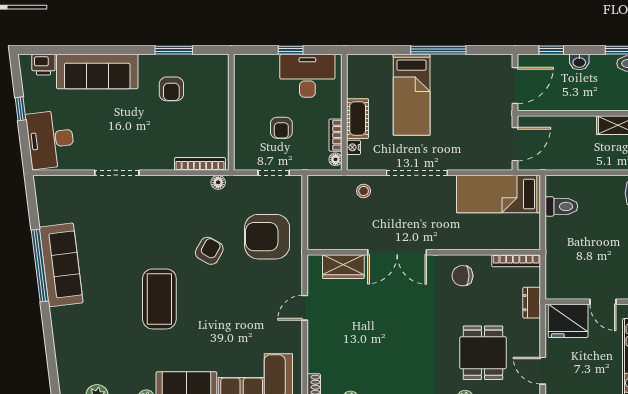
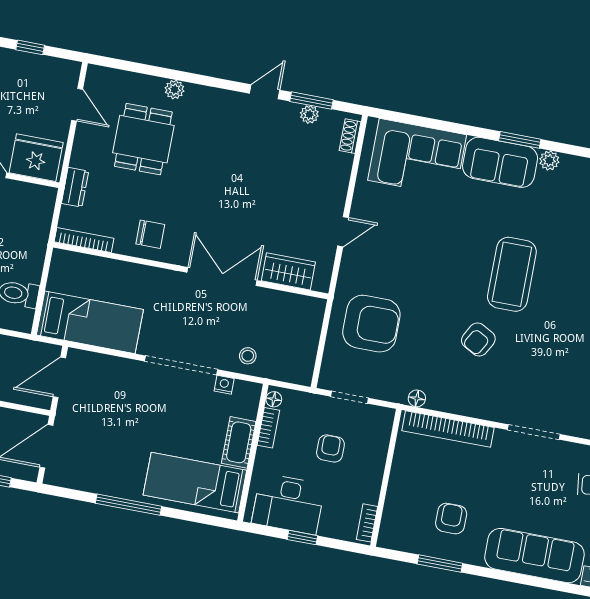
bookcase: (240, 72) -> (367, 523), added
bed: (412, 95) -> (195, 483), moved, turned -90
nightstand: (354, 147) -> (224, 385), moved, turned -90
bookcase: (200, 164) -> (448, 429), width x1.48, depth x1.31
armchair: (209, 251) -> (478, 340), moved

